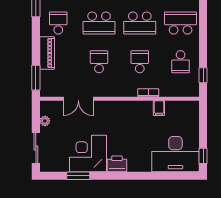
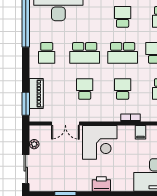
school desk: (58, 23) -> (47, 53), turned 180
piano: (47, 53) -> (36, 94), moved
corner desk: (88, 153) -> (100, 142), moved, turned 180

